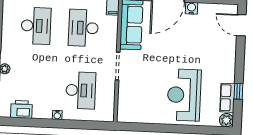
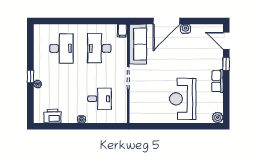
desk: (81, 90) -> (99, 99), width x0.73
window: (238, 91) -> (226, 64), moved
row of seats: (227, 98) -> (217, 81), moved

